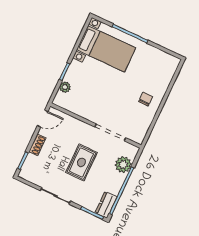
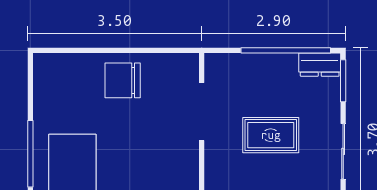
chair: (146, 99) -> (123, 80), width x1.87, depth x1.87
plant: (123, 165) -> (243, 67), removed

